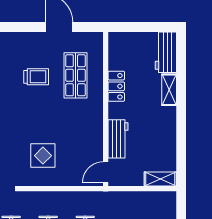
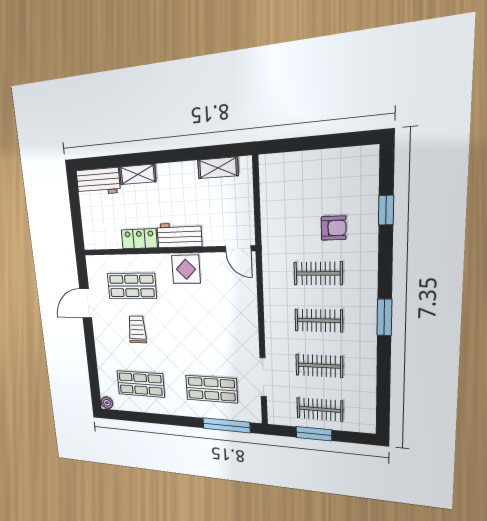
workbench: (118, 139) -> (179, 235), moved
display table: (43, 156) -> (186, 269), moved
shelving: (160, 179) -> (218, 168), moved, turned 90

